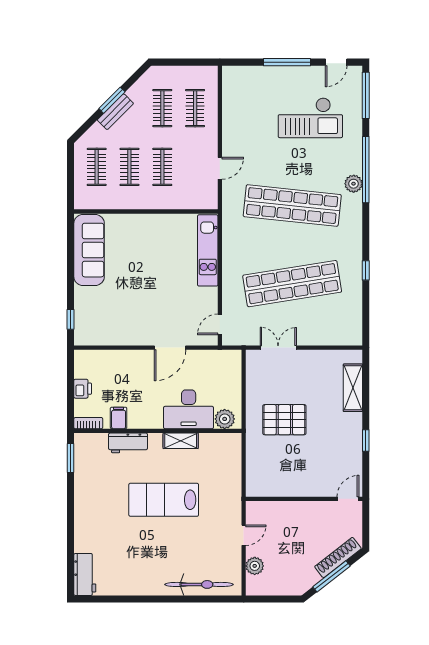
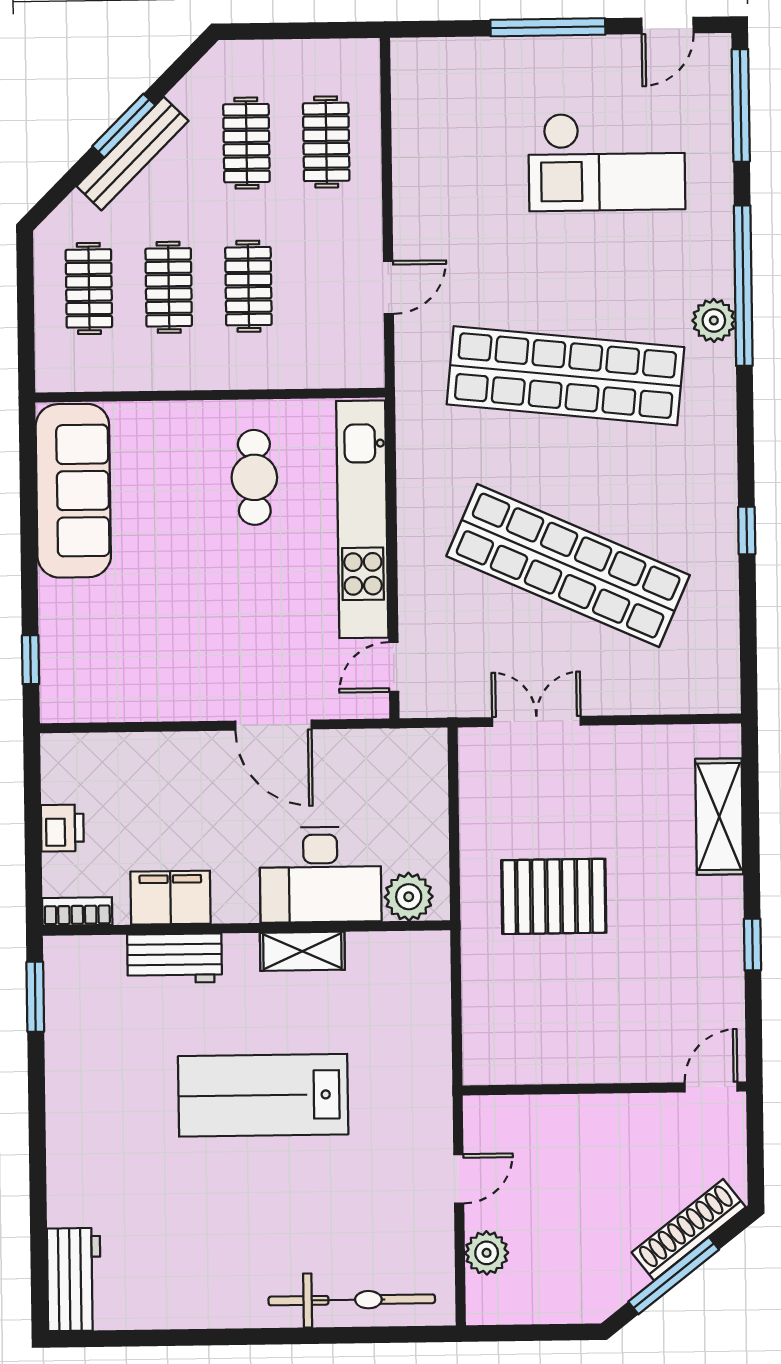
bench: (115, 112) -> (133, 154), width x1.36
cafe table: (164, 246) -> (254, 477), added
kitchen unit: (208, 250) -> (362, 519), width x1.36
shop shelf: (292, 284) -> (568, 566), turned 33
door: (170, 348) -> (273, 725), hinge flipped
filing cabinet: (119, 418) -> (171, 898), width x2.00

